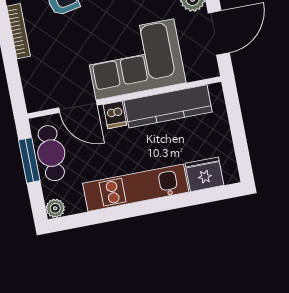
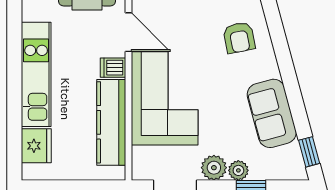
door: (78, 107) -> (128, 32), swing flipped

